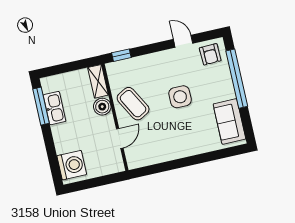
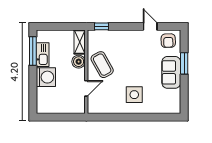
window: (237, 79) -> (184, 63), width x0.47
side table: (180, 97) -> (134, 95), moved
sofa: (229, 121) -> (171, 72), moved
washing machine: (72, 165) -> (46, 77), moved

